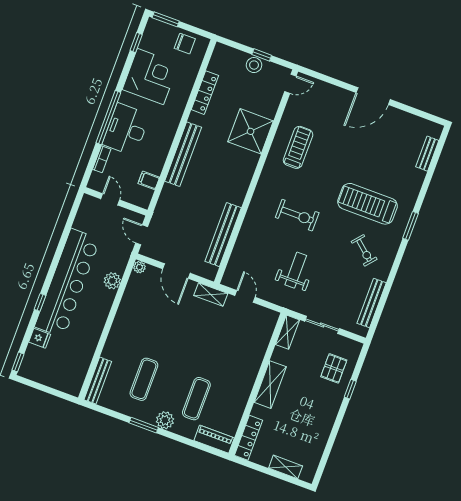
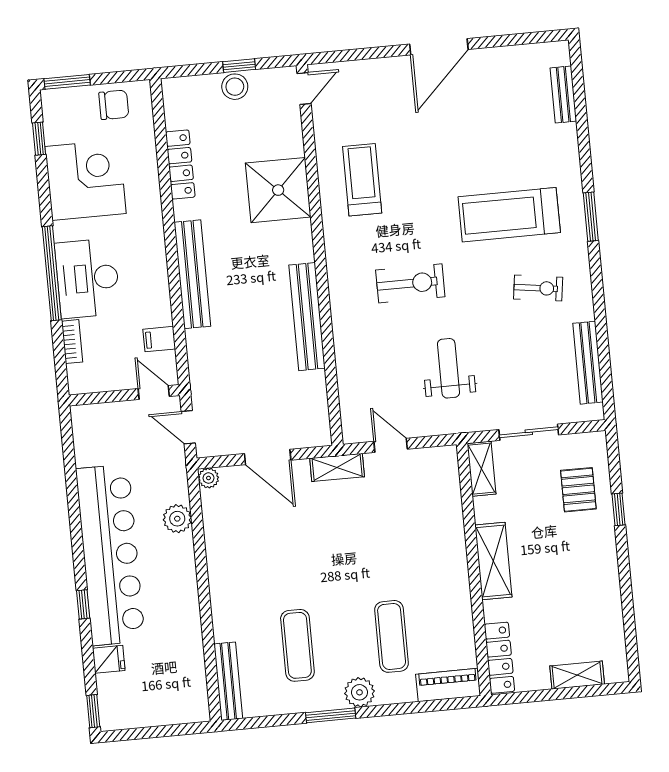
door: (110, 199) -> (154, 393), moved
bench: (223, 235) -> (307, 317), moved
exercise bike: (364, 250) -> (538, 288), turned -33

